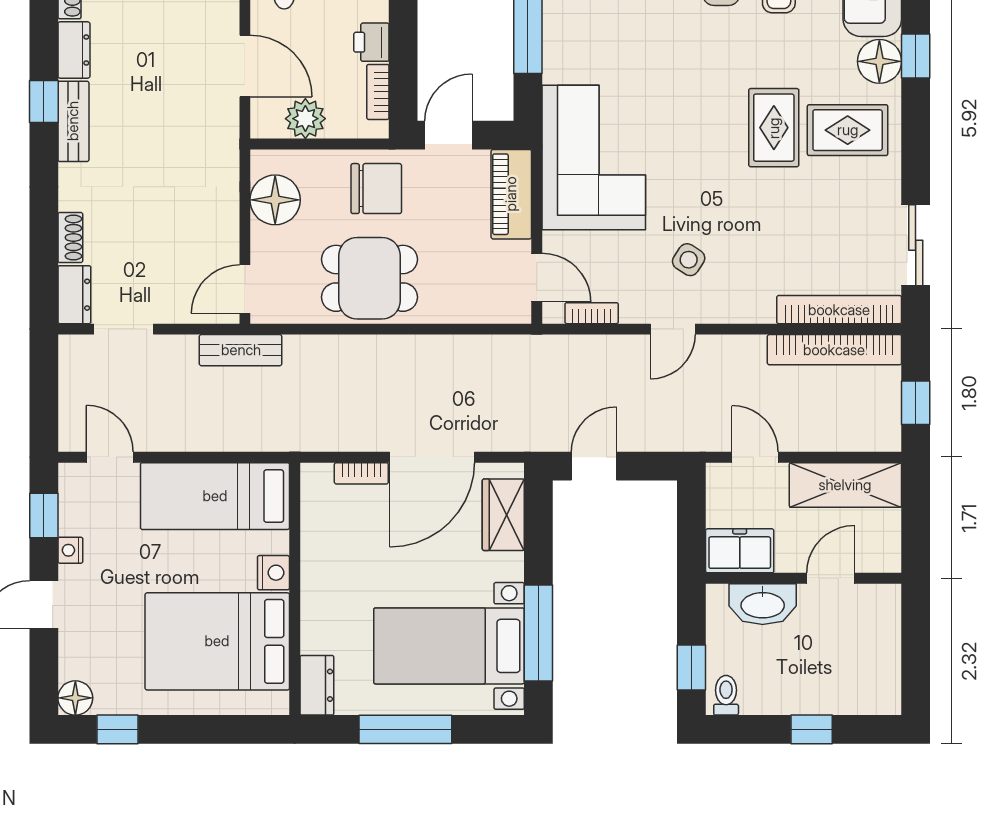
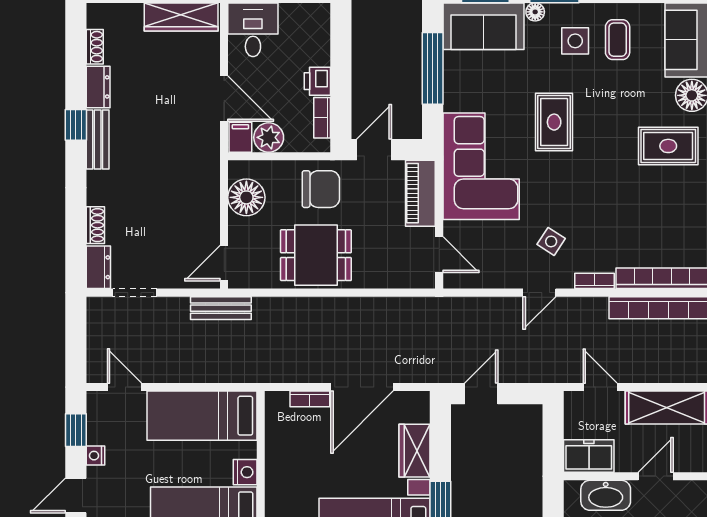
filing cabinet: (267, 118) -> (240, 137), added
rug: (774, 128) -> (554, 122), moved
bookcase: (592, 313) -> (594, 281), moved
wardrobe: (503, 515) -> (415, 451), moved

